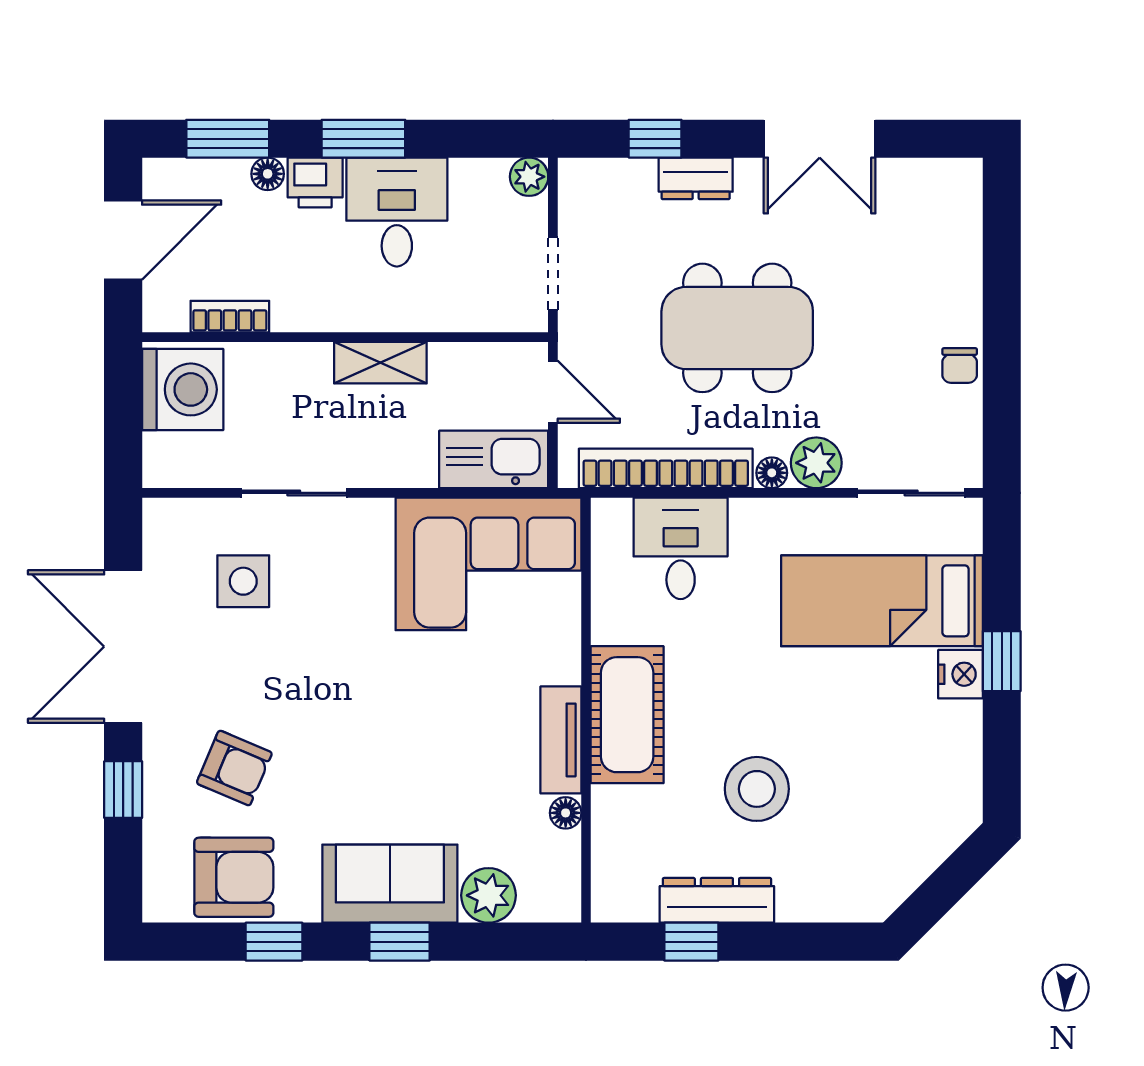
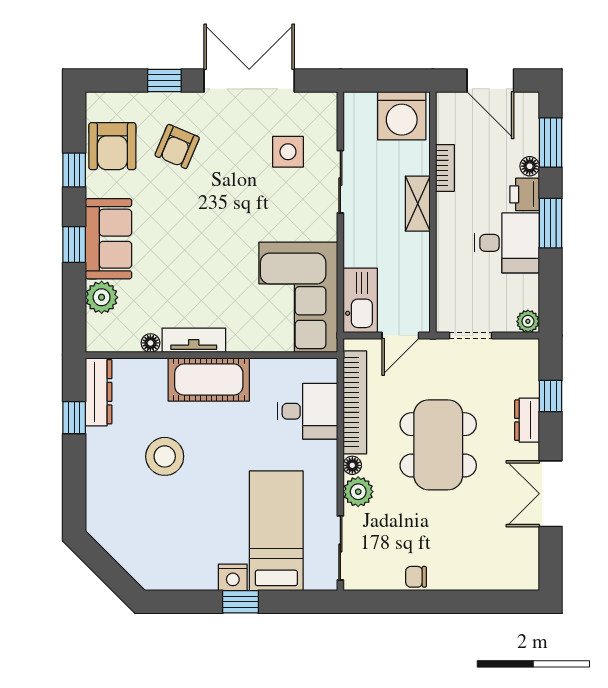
bookcase: (230, 317) -> (445, 168), moved
shelving: (380, 363) -> (418, 204), moved
dresser: (717, 900) -> (99, 392), moved

